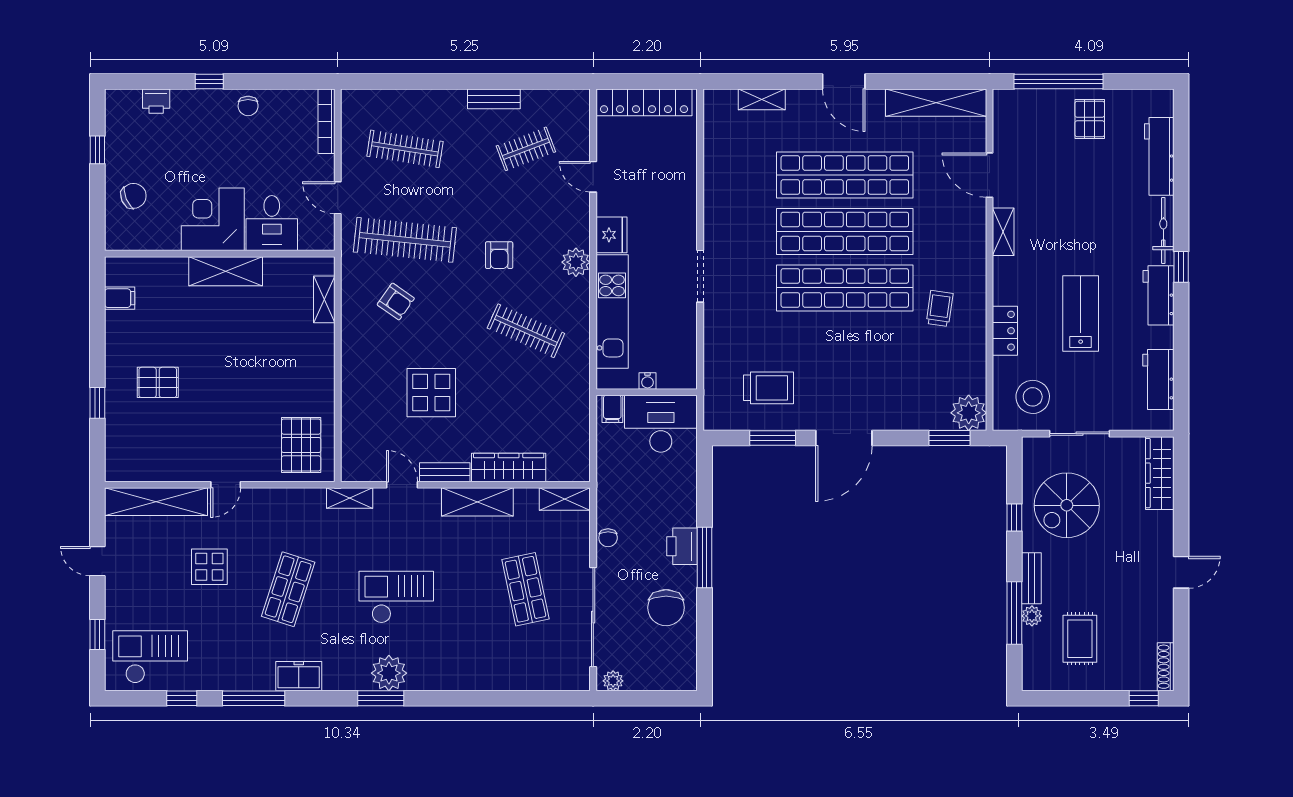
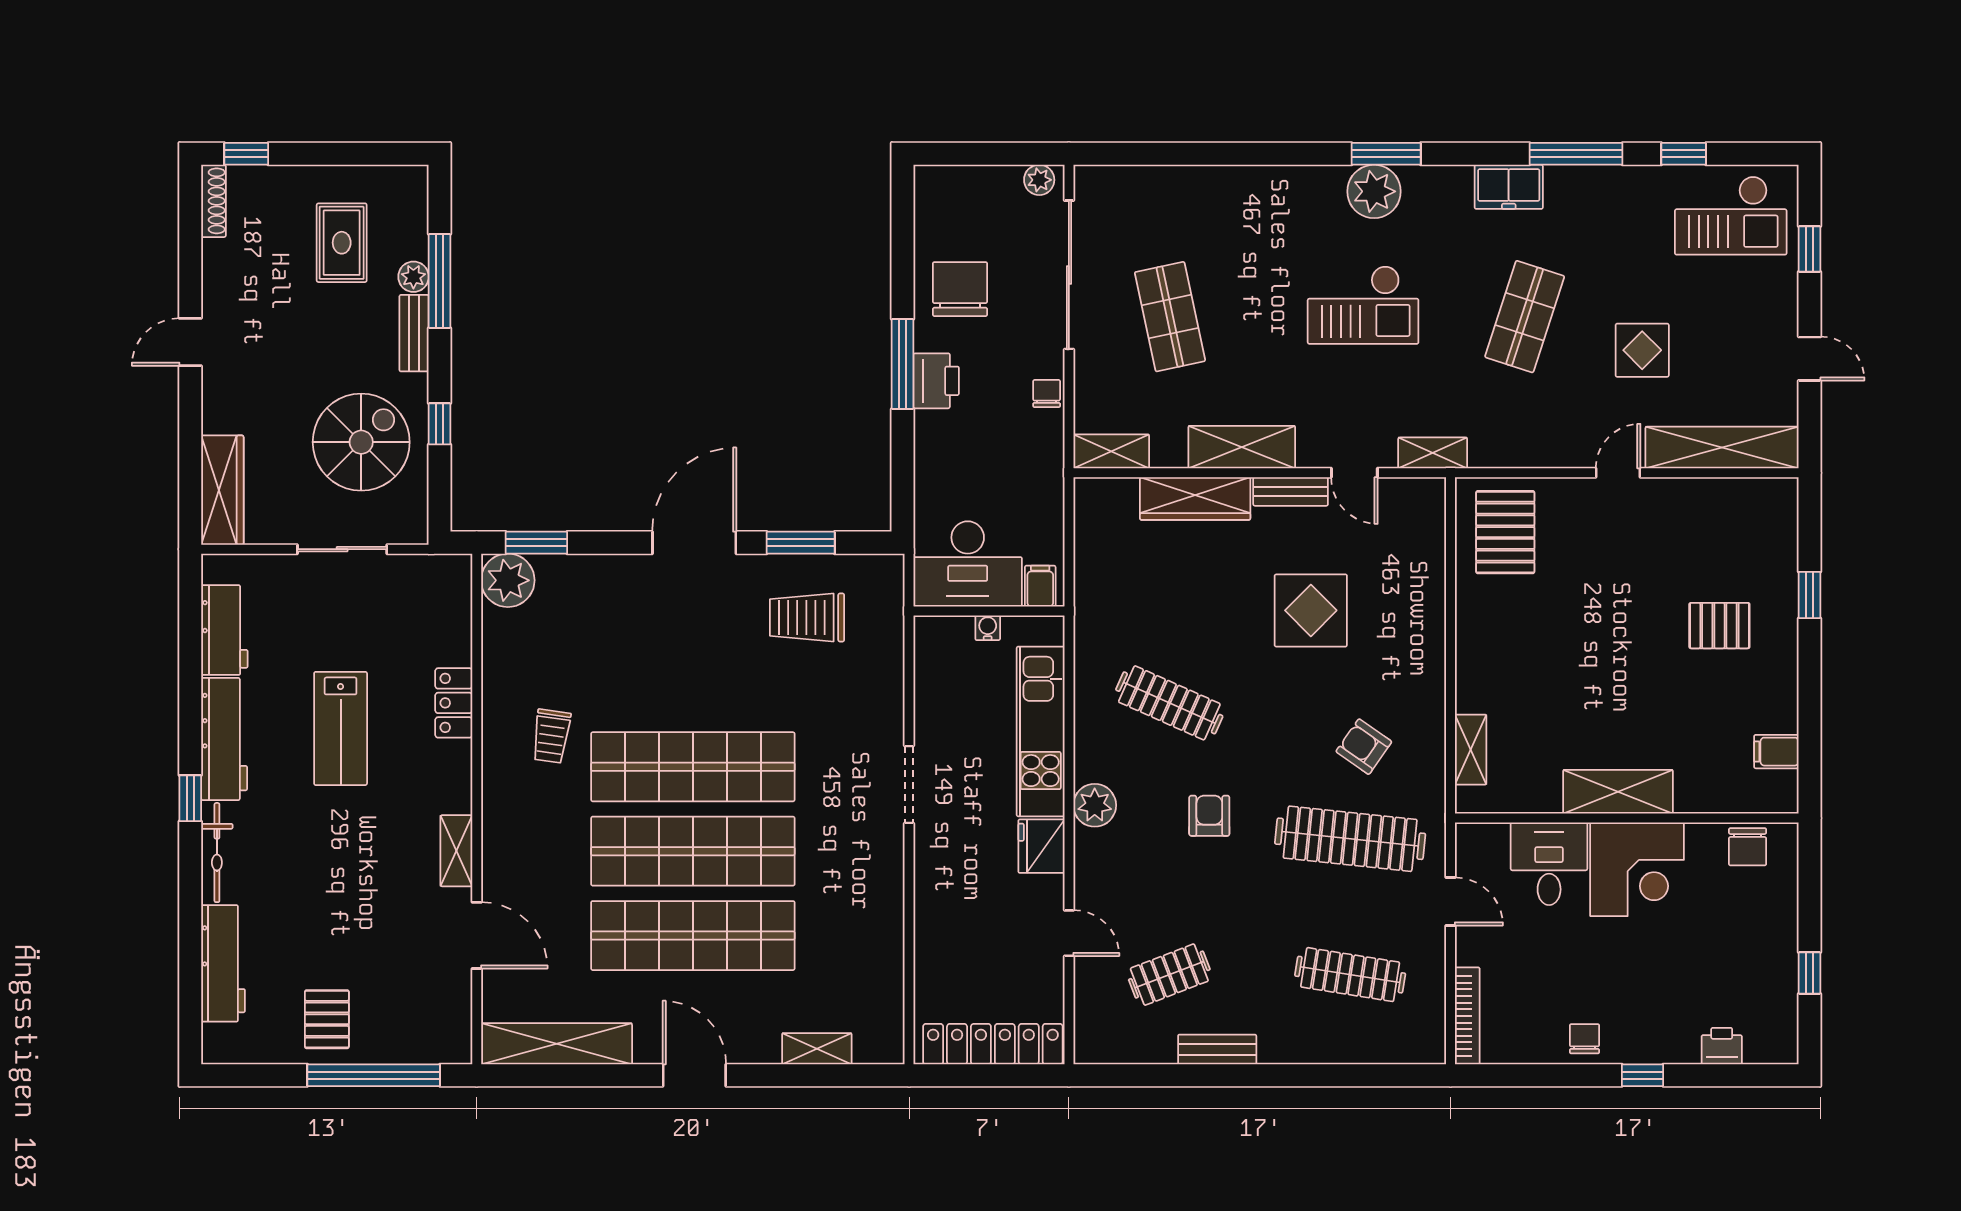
chair: (134, 196) -> (1748, 847), moved, turned -67
workbench: (1158, 295) -> (224, 739), width x1.38
stool: (1033, 397) -> (412, 604), removed

